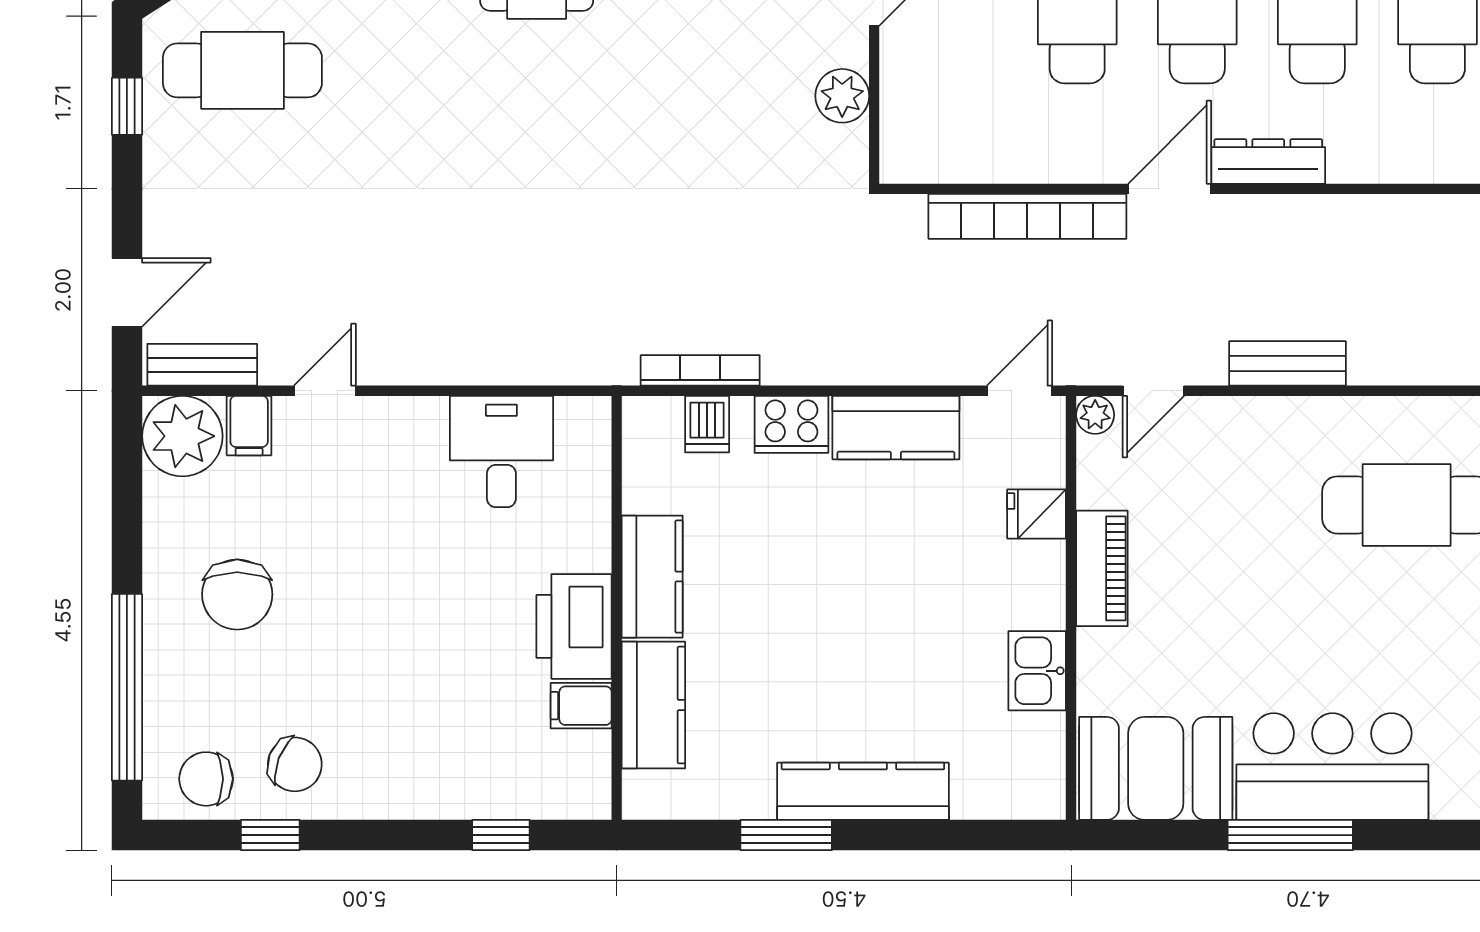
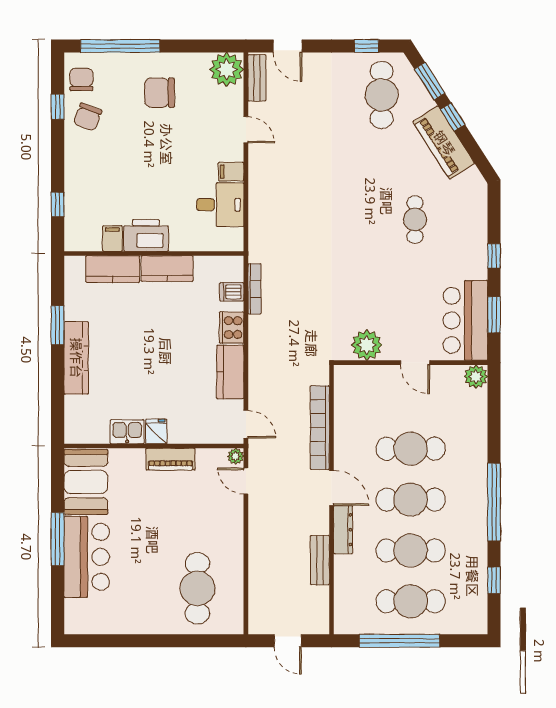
plant: (842, 96) -> (367, 345), width x1.36, depth x1.36
bench: (1287, 363) -> (320, 560), moved
filing cabinet: (249, 426) -> (231, 172), moved
fridge: (1037, 514) -> (156, 431), moved

